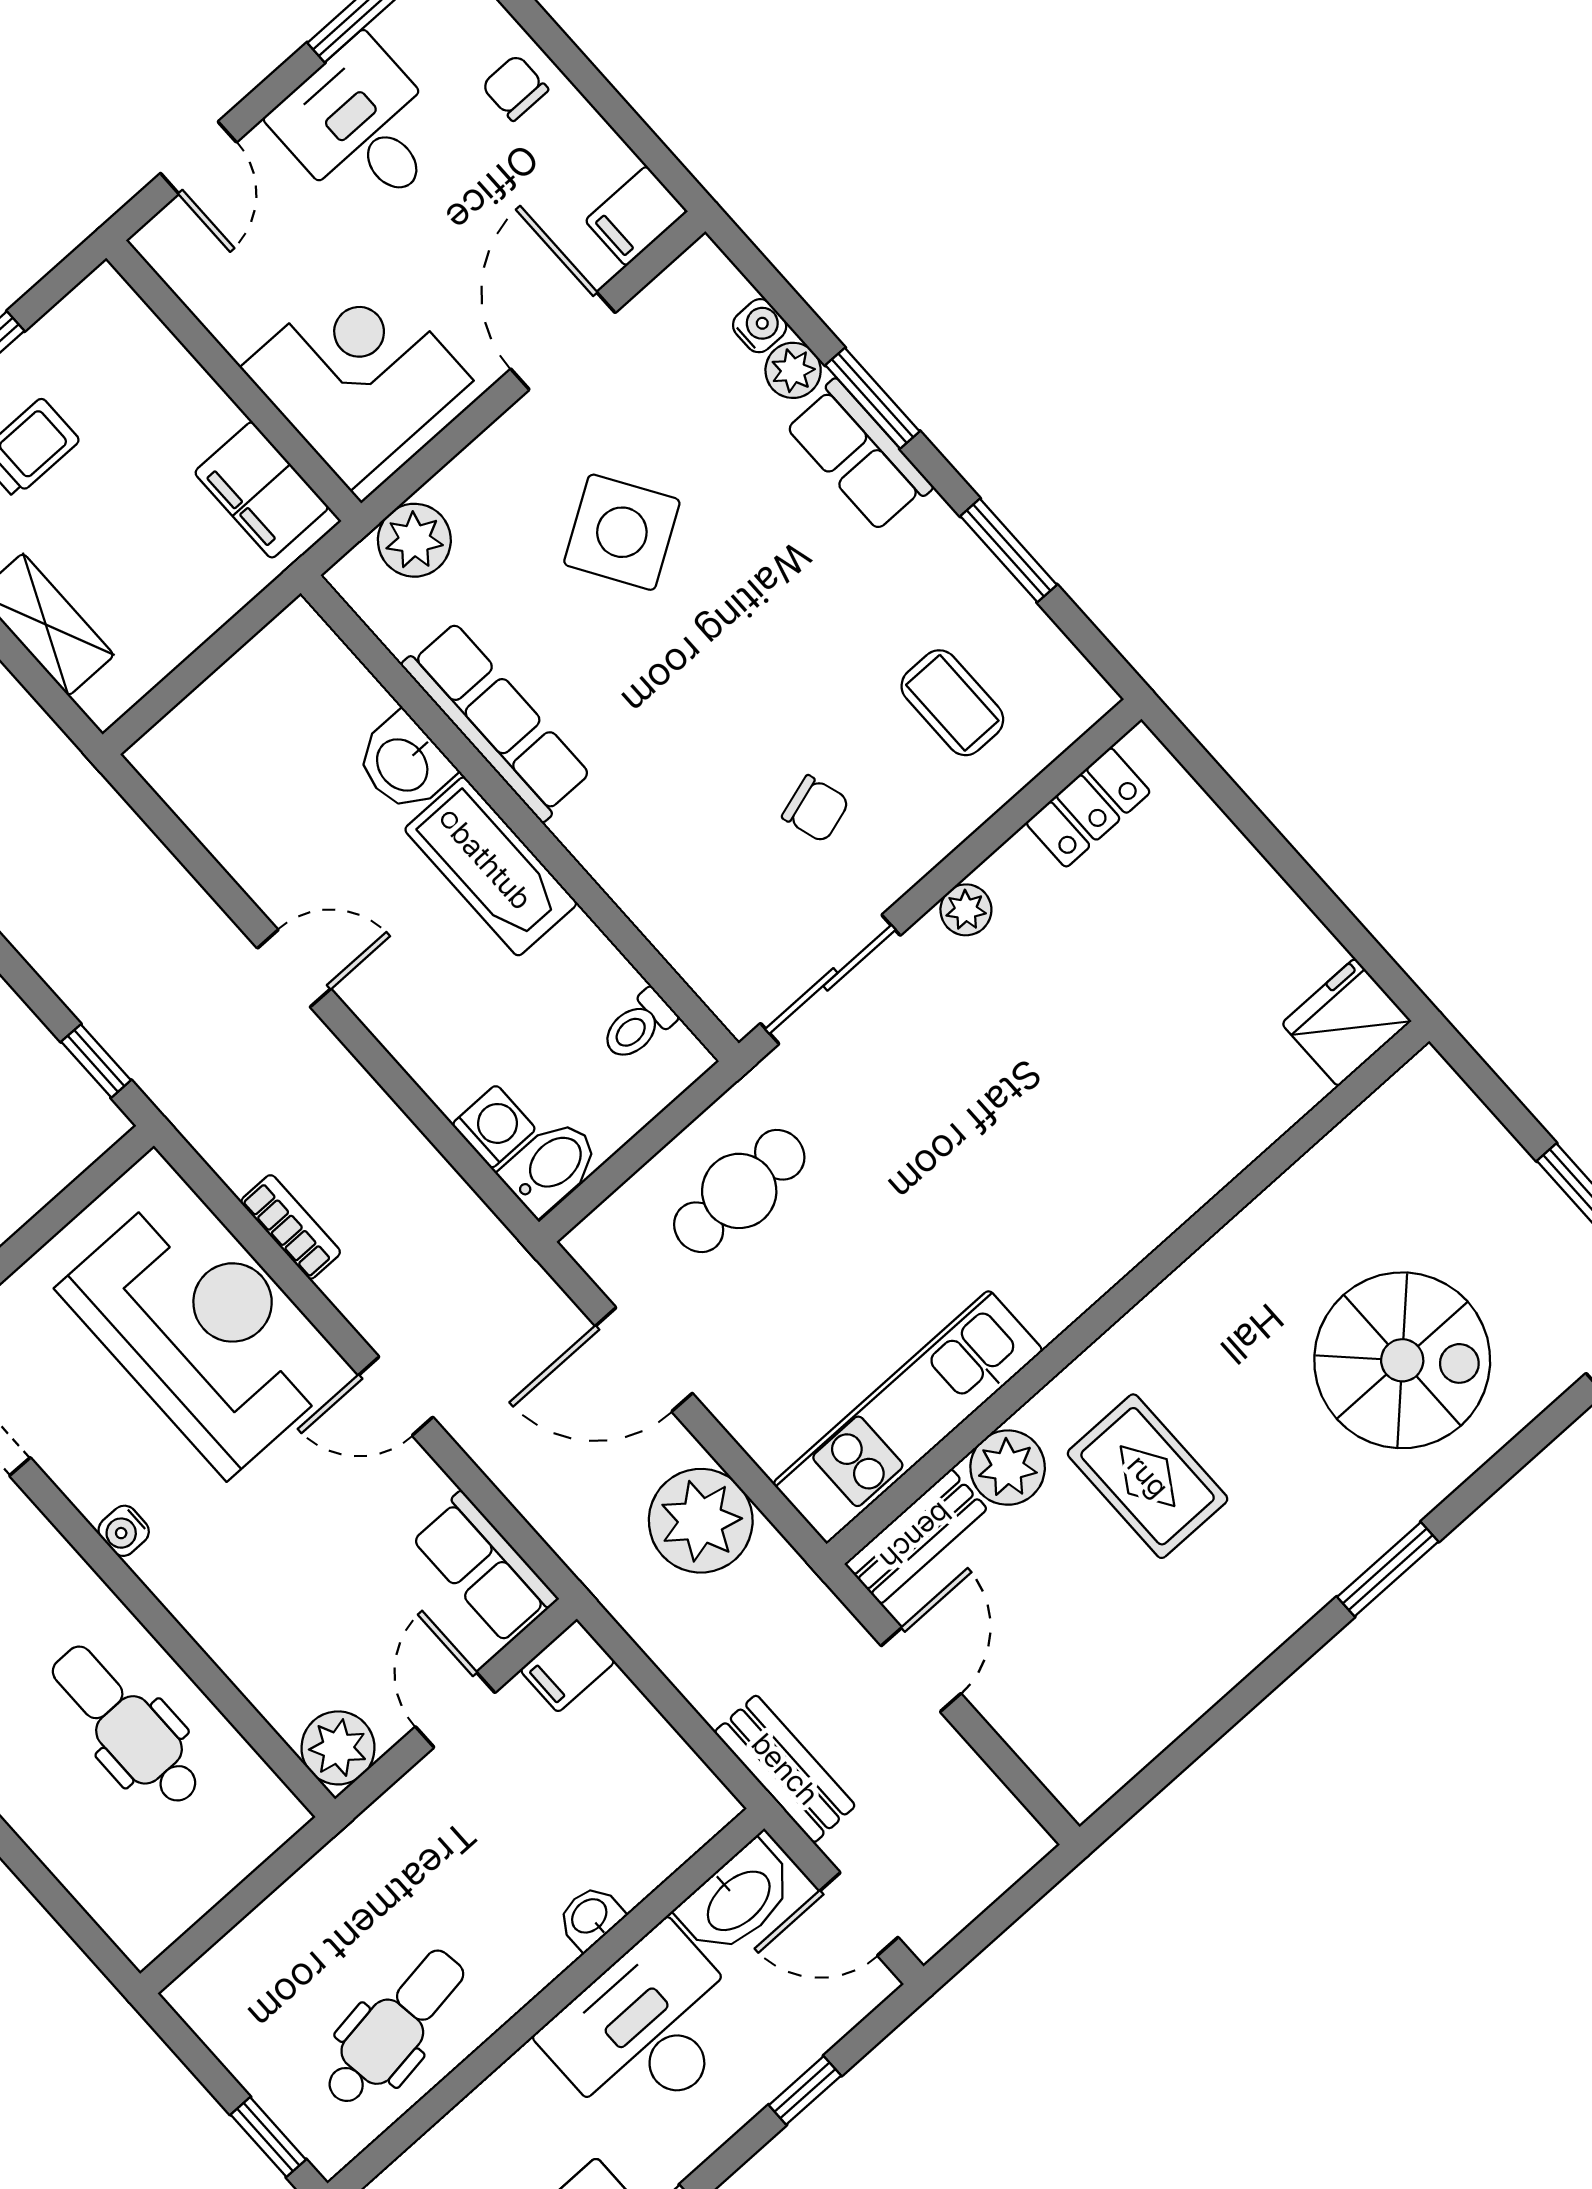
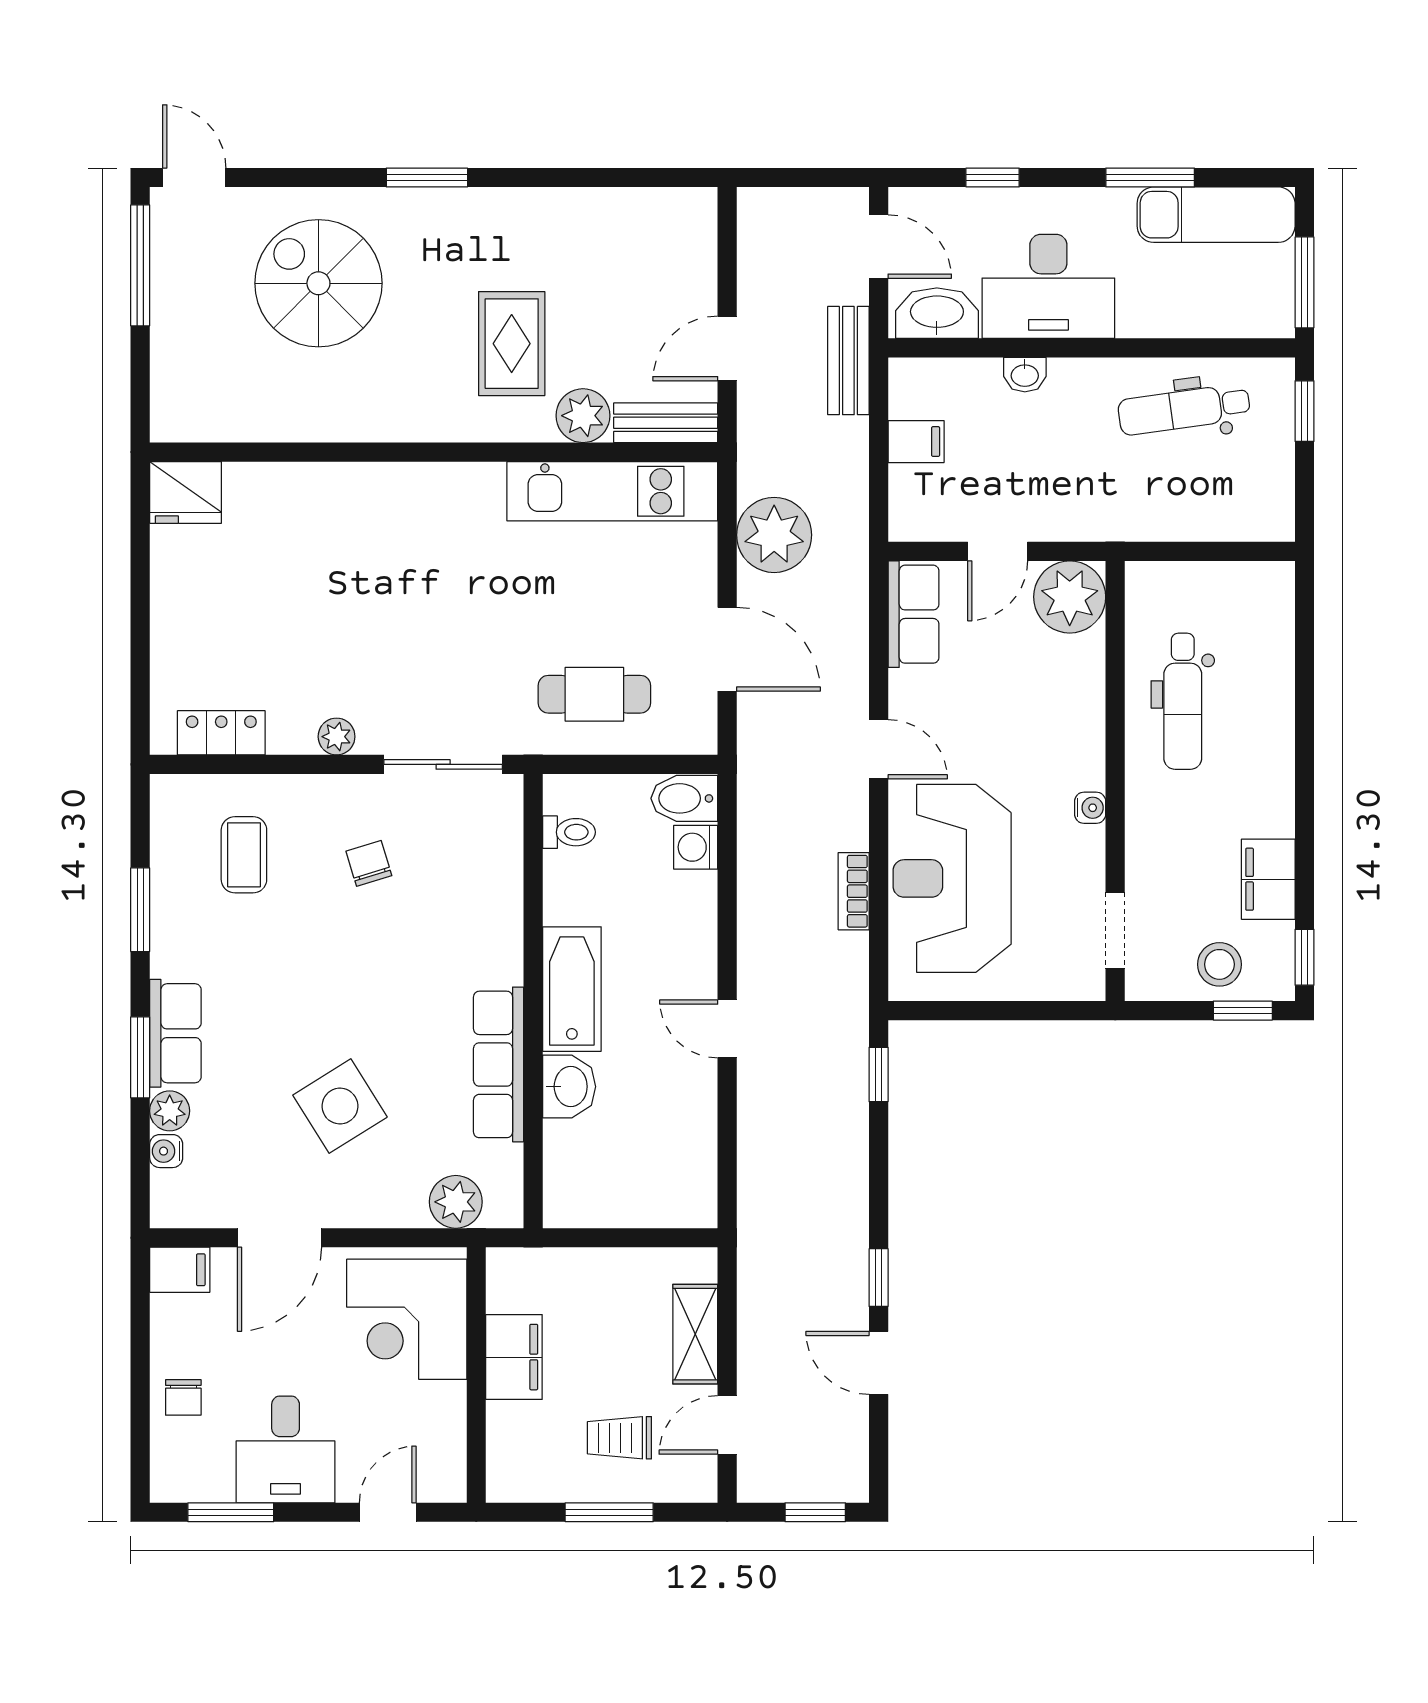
filing cabinet: (262, 490) -> (514, 1357), moved
filing cabinet: (567, 1666) -> (916, 442), moved
plant: (338, 1748) -> (1070, 597), width x1.36, depth x1.36

